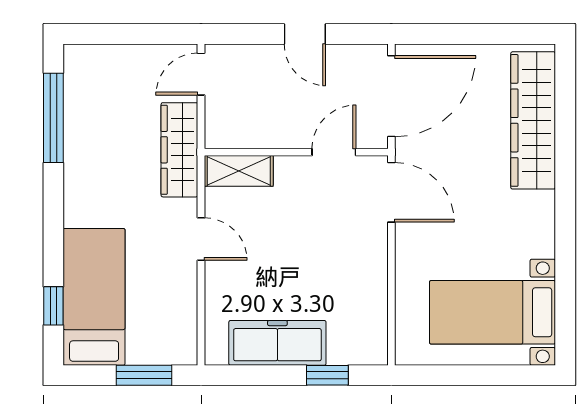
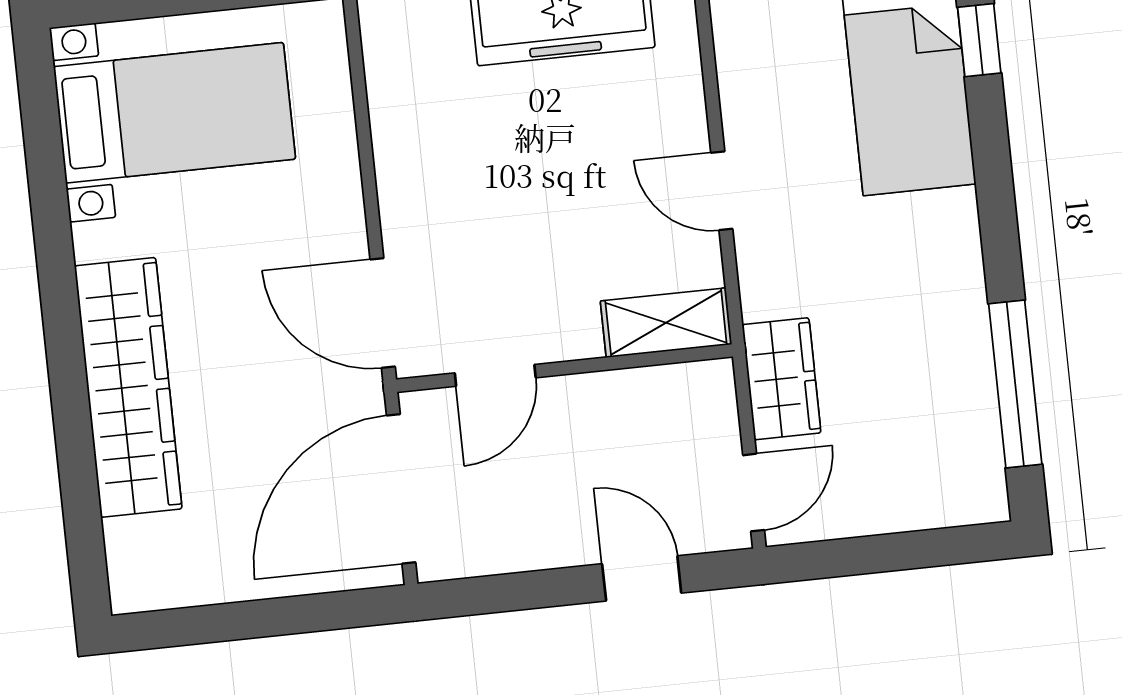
door: (305, 34) -> (642, 578), moved
wardrobe: (533, 120) -> (128, 387), moved
wardrobe: (179, 150) -> (781, 379), width x0.67

